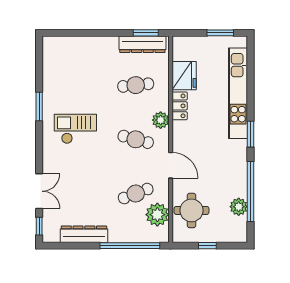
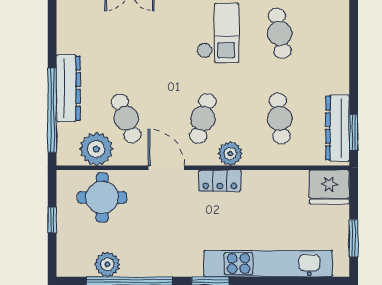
fridge: (184, 76) -> (329, 187), moved
cafe table: (76, 85) -> (280, 33), added
locker: (180, 106) -> (220, 181), moved
door: (171, 165) -> (166, 168), swing flipped
dresser: (84, 234) -> (68, 88), moved

